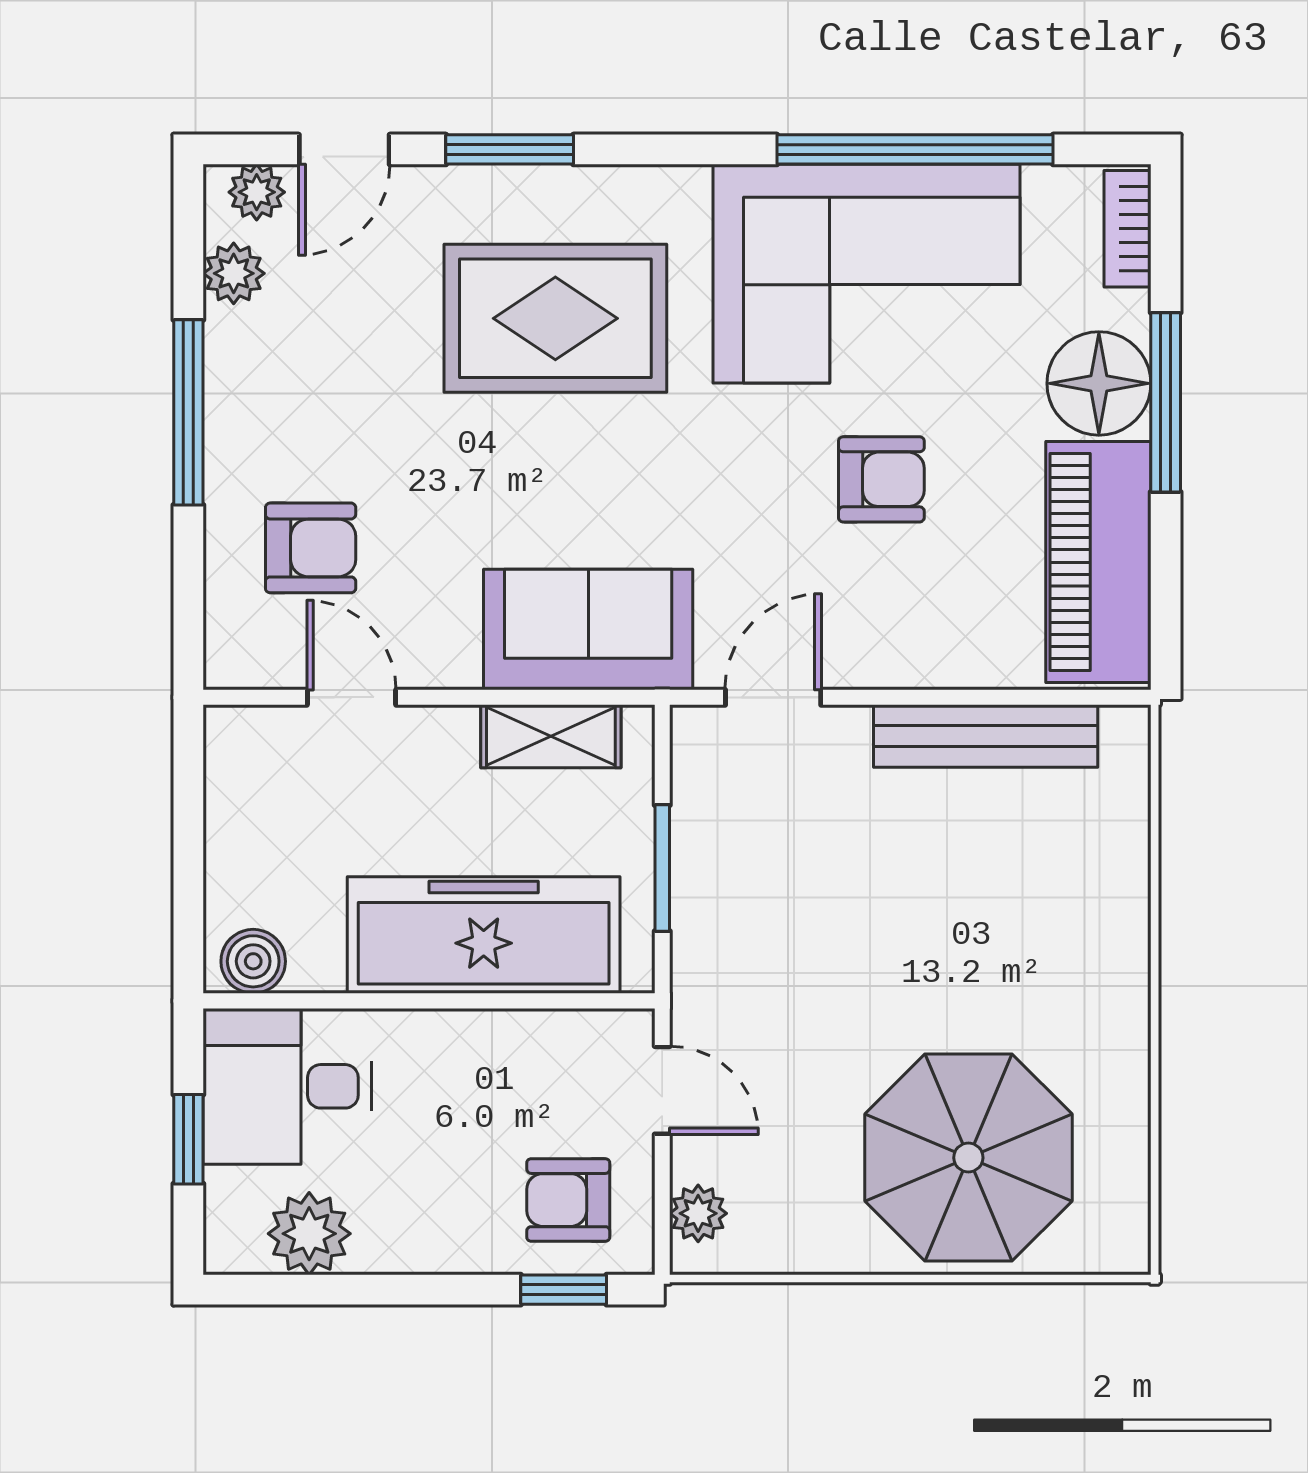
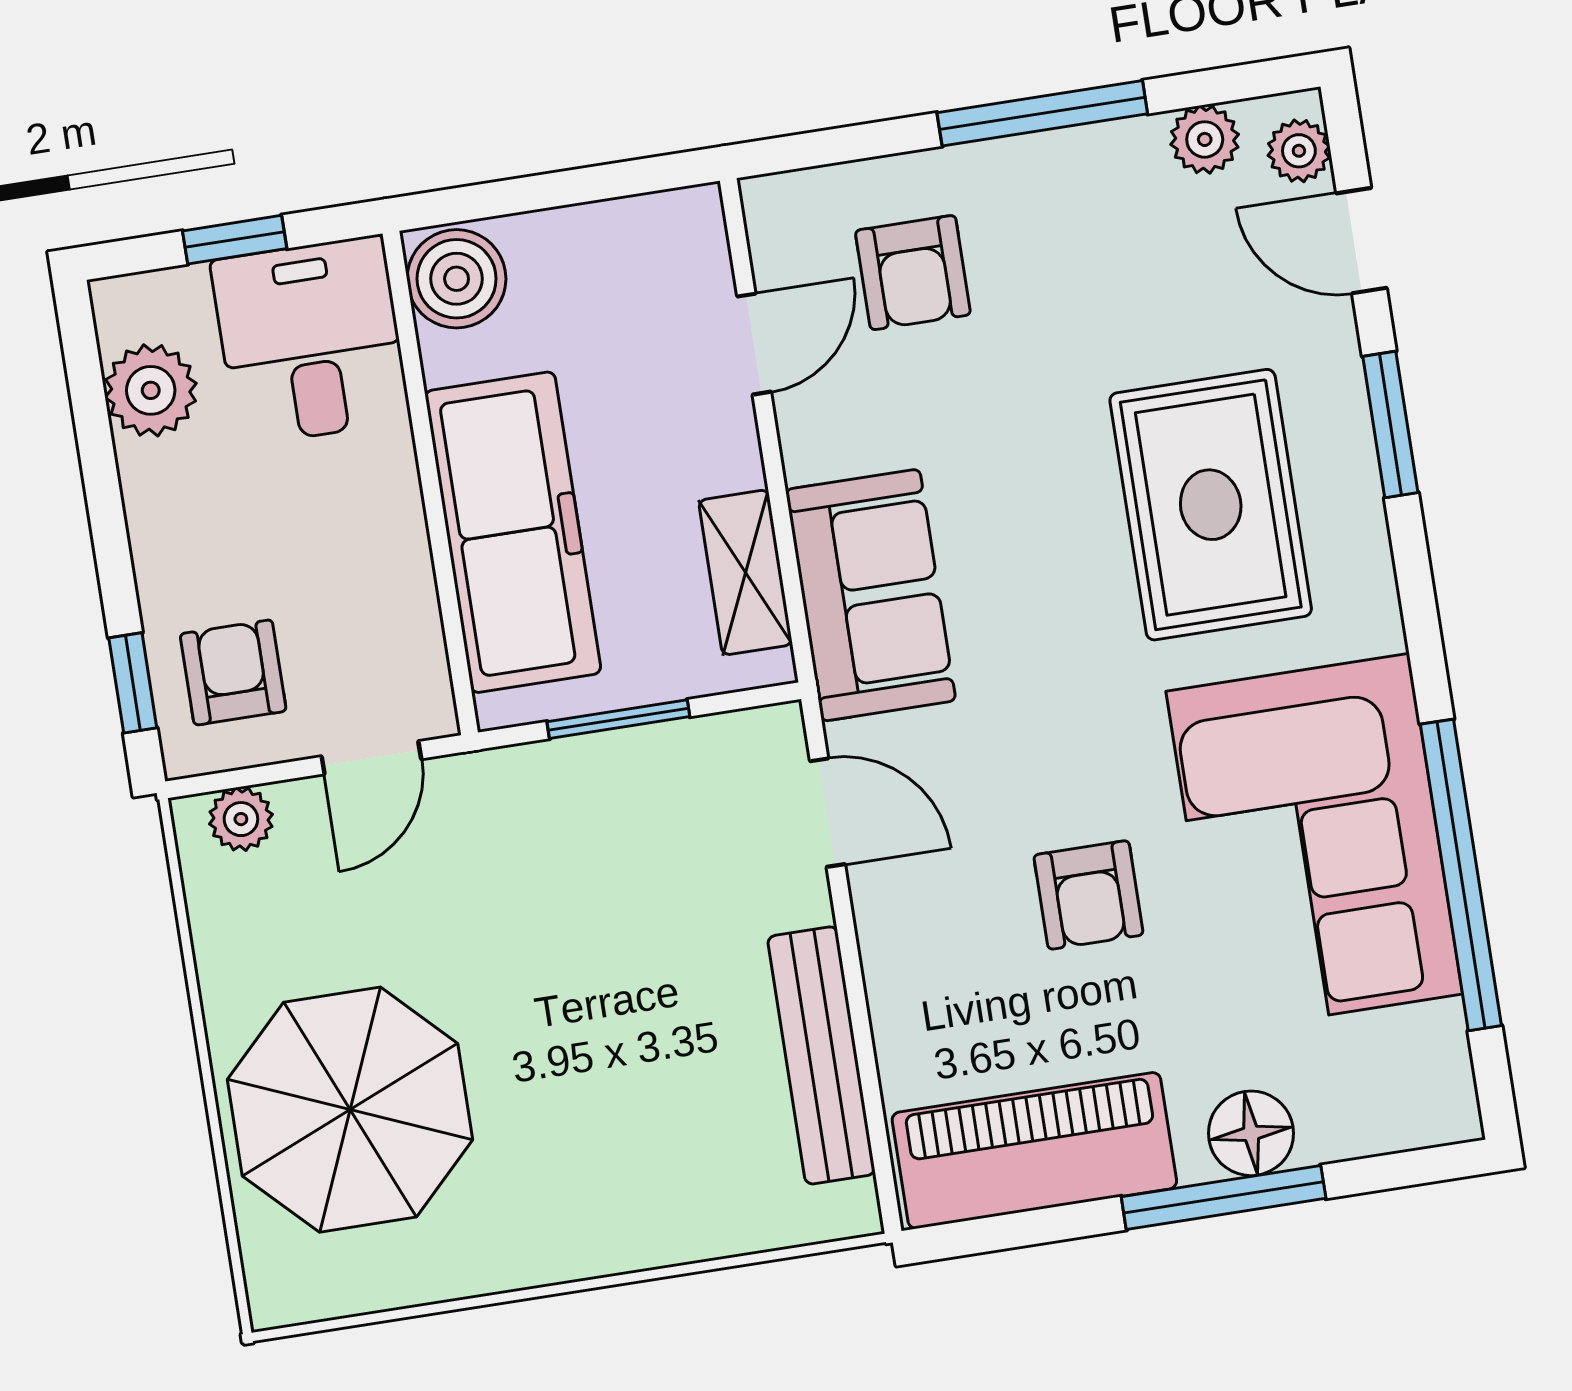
bookcase: (1128, 229) -> (1410, 1125), removed
floor lamp: (1099, 383) -> (1251, 1133), width x0.73, depth x0.73
boiler: (253, 961) -> (457, 279), width x1.36, depth x1.36

